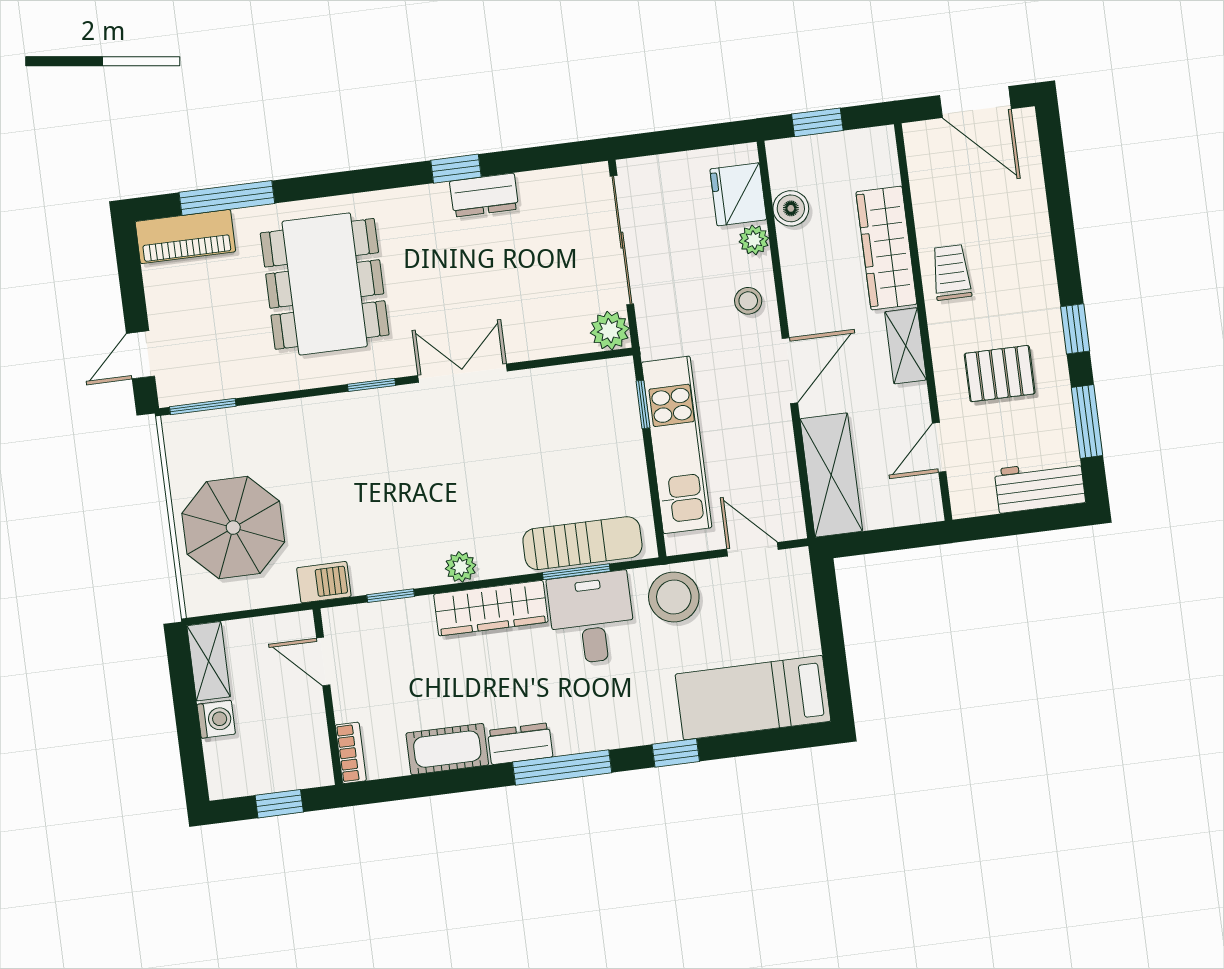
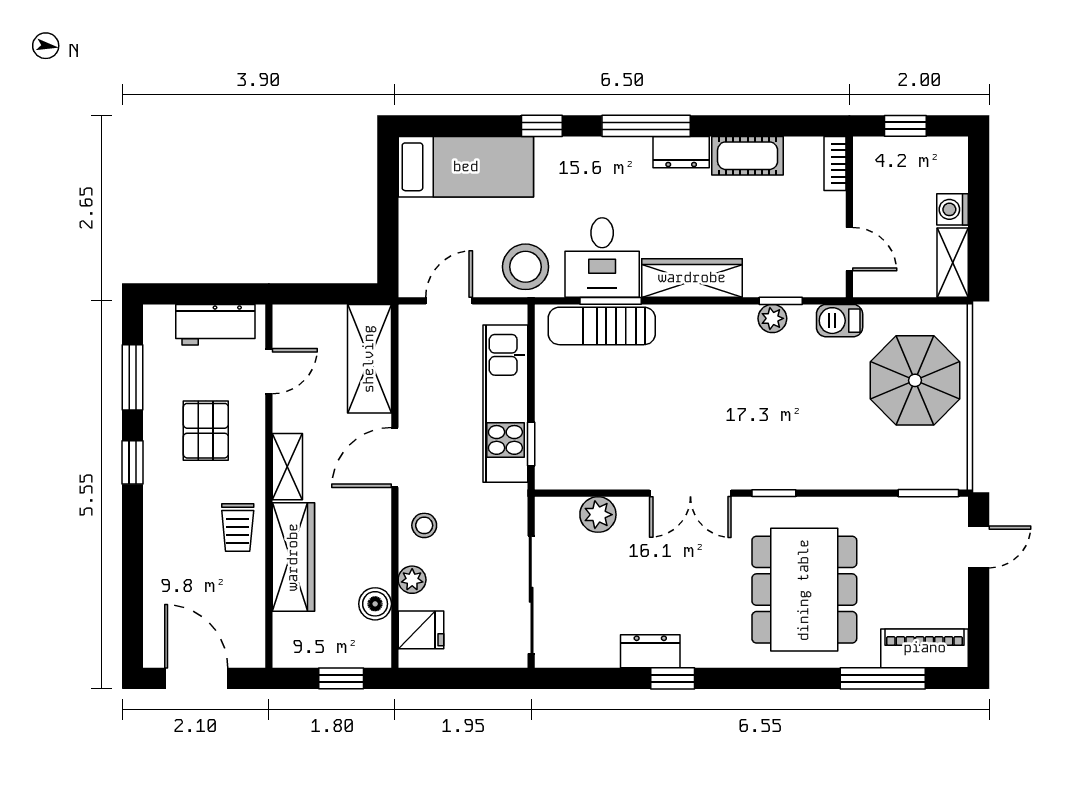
fridge: (738, 194) -> (421, 630), width x0.72
plant: (610, 331) -> (598, 515), moved
pallet: (1000, 374) -> (206, 431), turned 90
workbench: (1040, 486) -> (215, 325), moved
door: (752, 549) -> (449, 301), swing flipped
plant: (461, 567) -> (772, 318), moved

